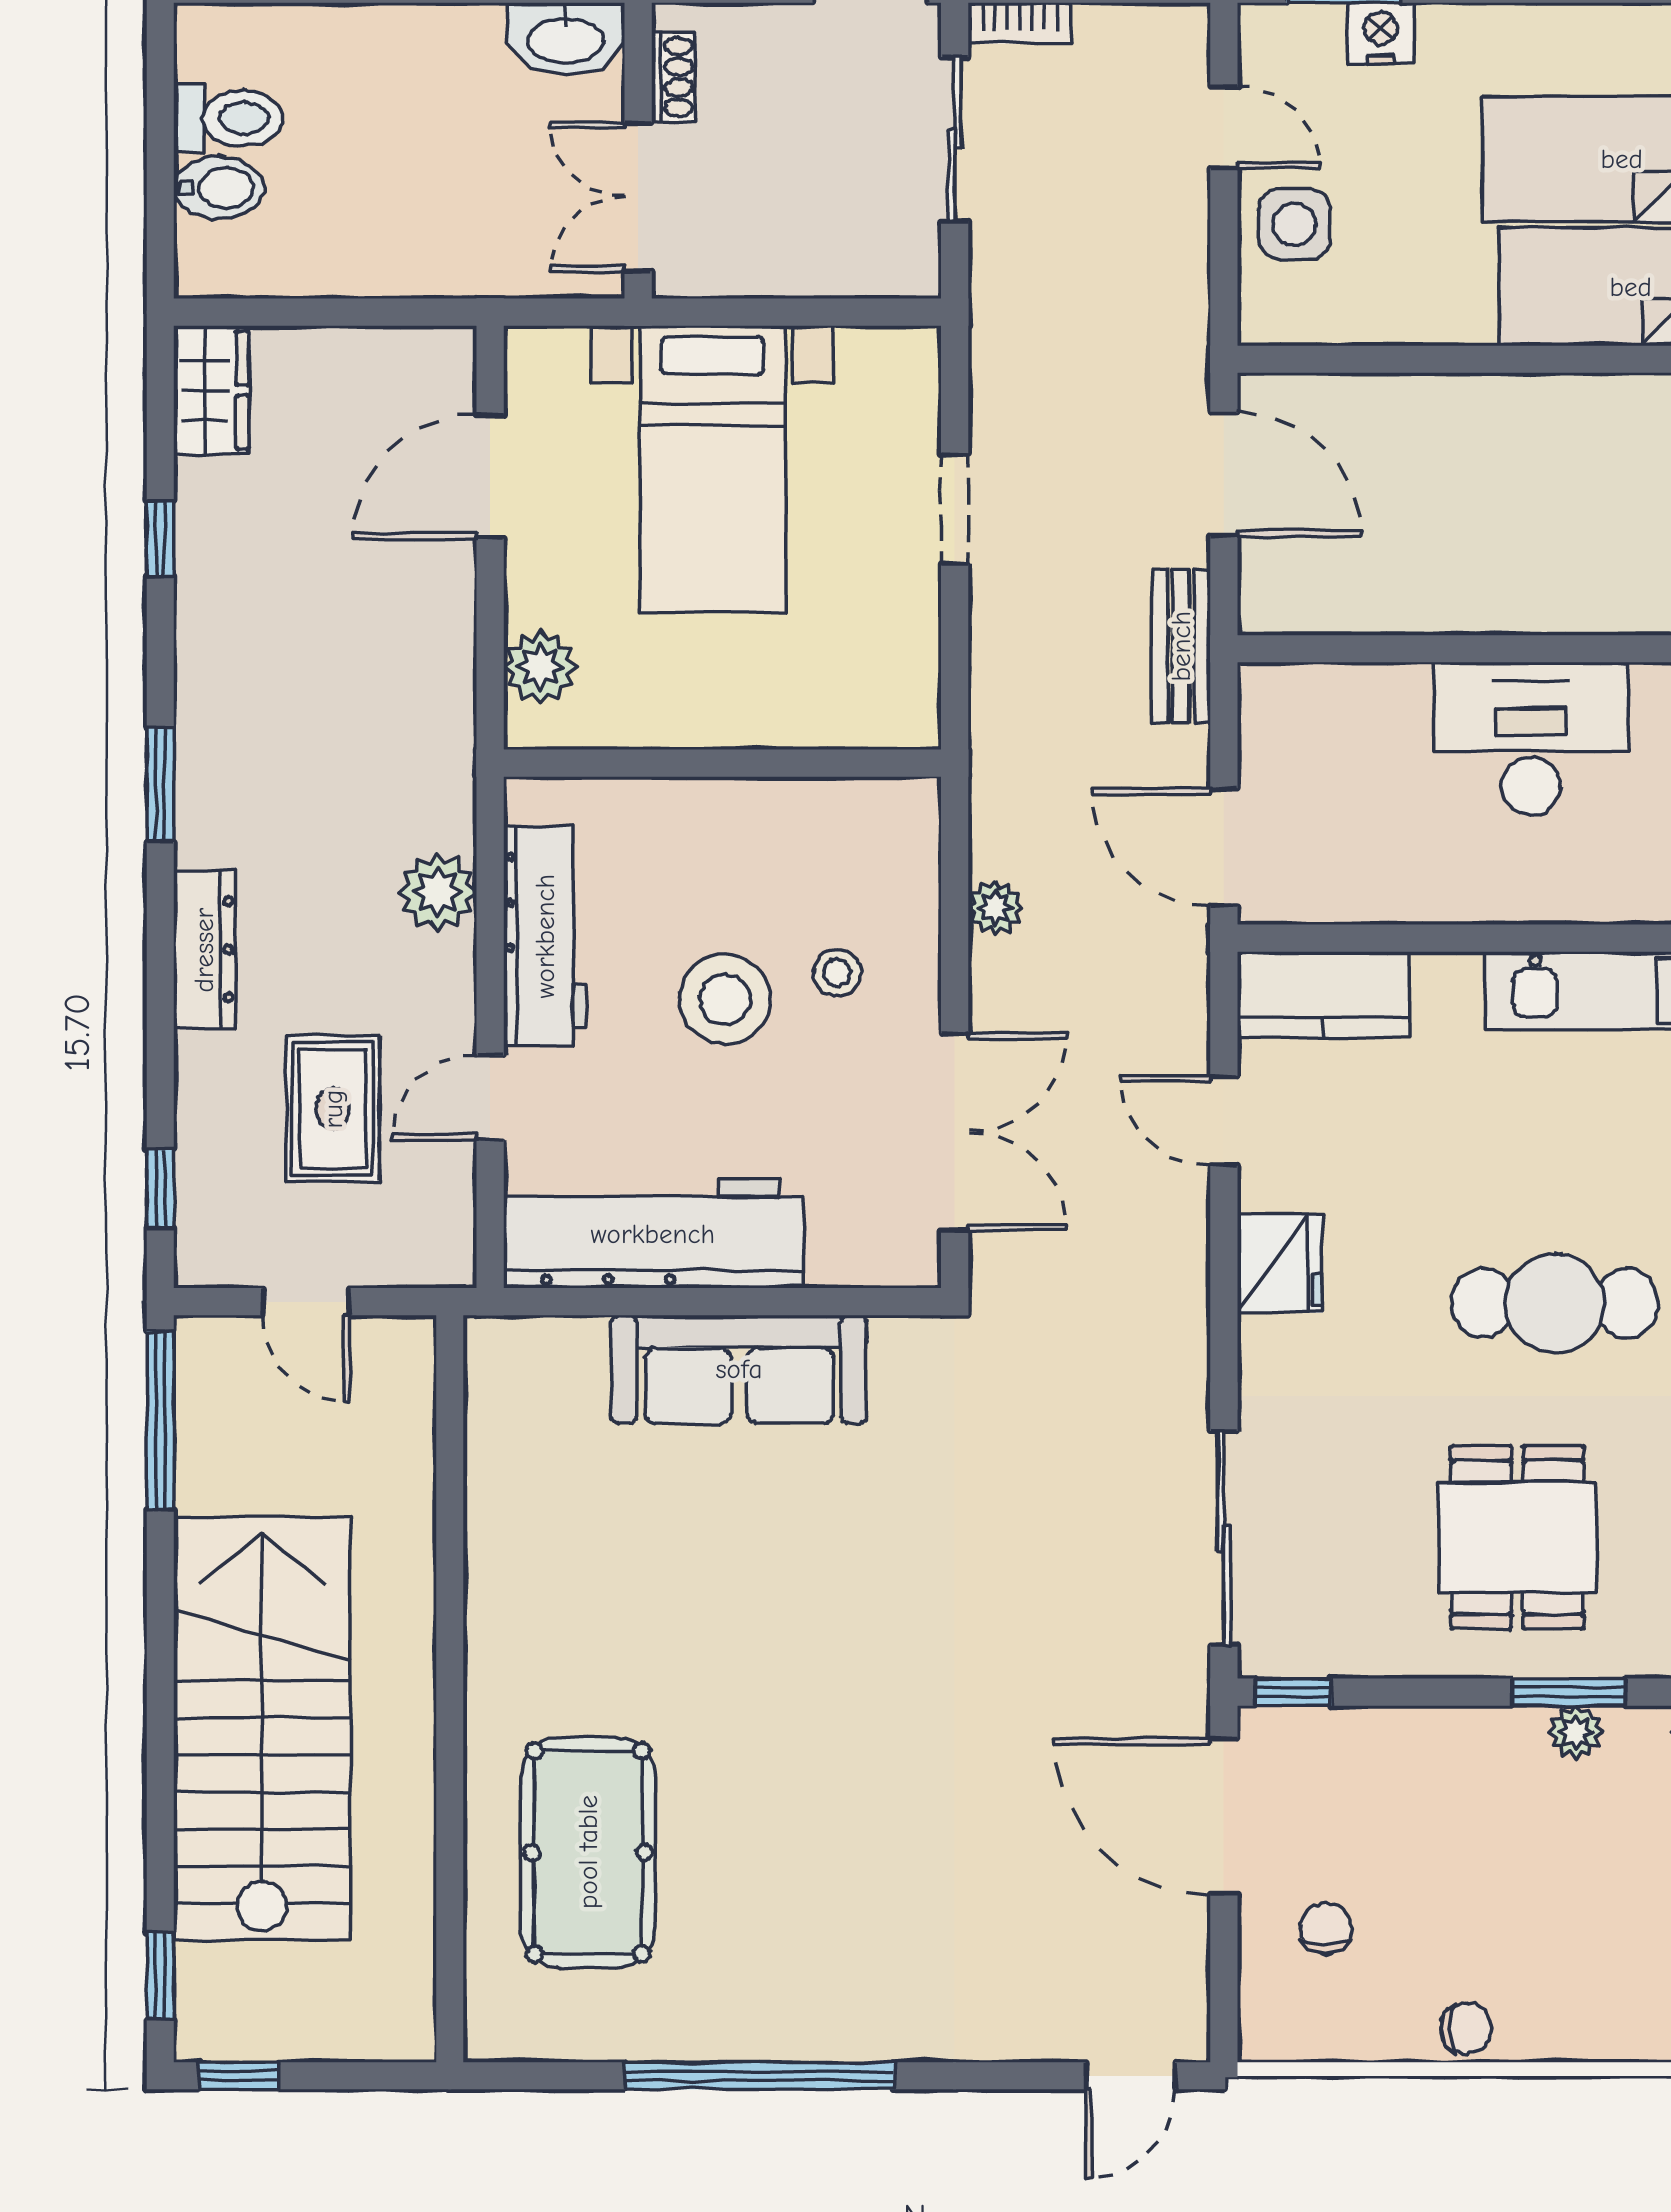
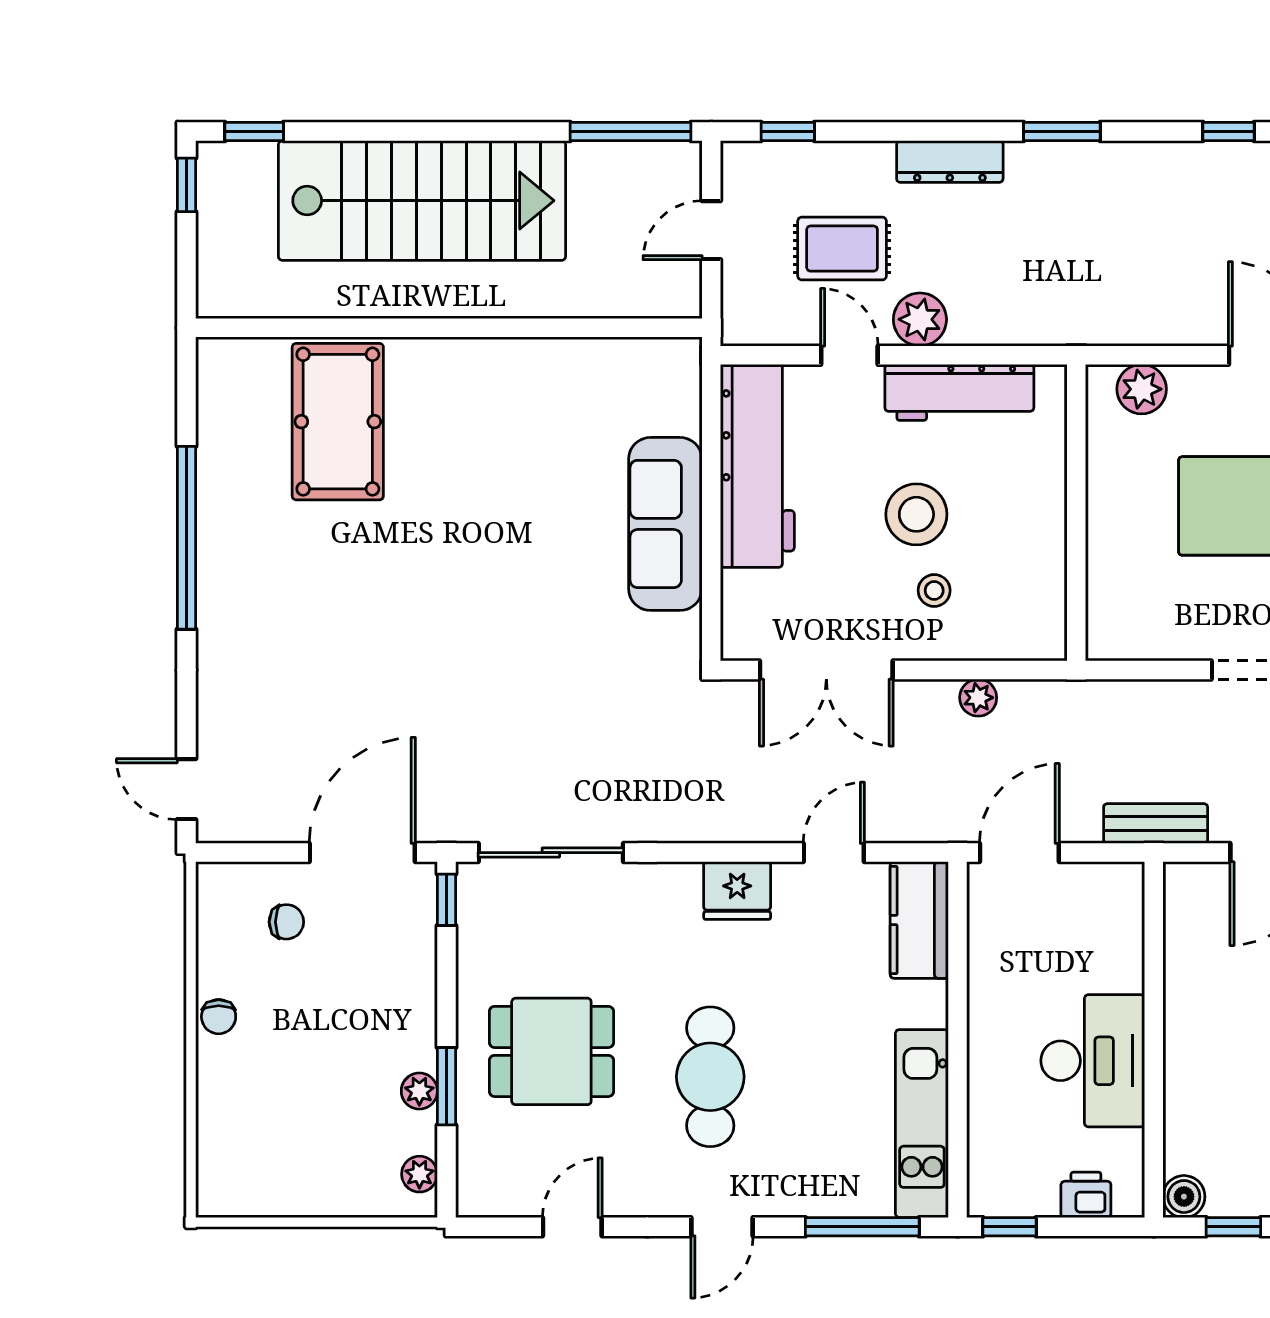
plant: (437, 892) -> (920, 319), moved
pool table: (588, 1852) -> (338, 422), turned 90

